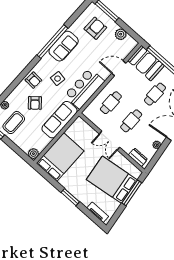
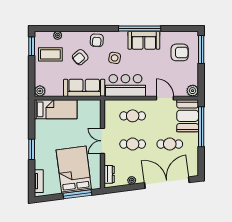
plant: (121, 34) -> (193, 91), moved
bed: (60, 157) -> (56, 109), width x0.67

